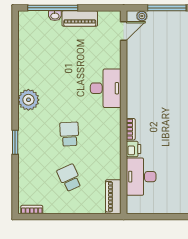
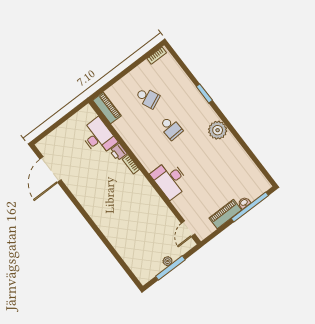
plant: (142, 16) -> (168, 261), moved

